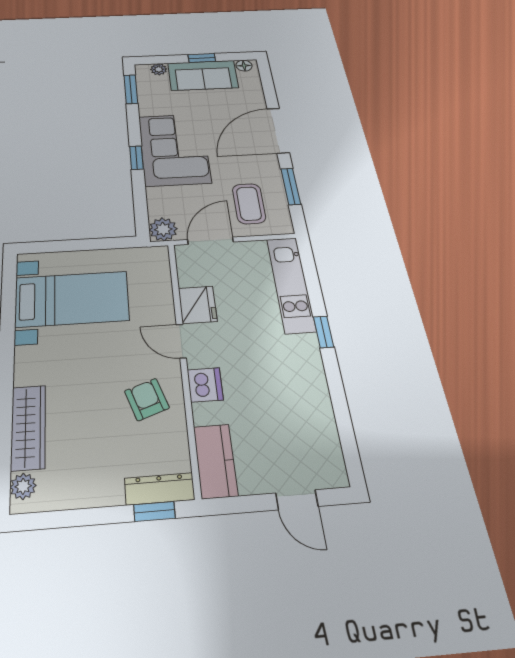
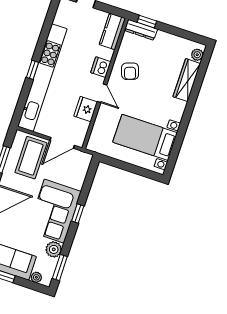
coffee table: (249, 204) -> (31, 158), width x1.36, depth x1.32
plant: (163, 229) -> (54, 249), moved
kitchen unit: (291, 284) -> (42, 78), width x1.86

